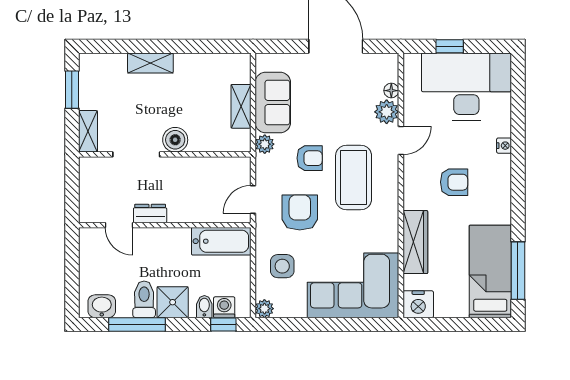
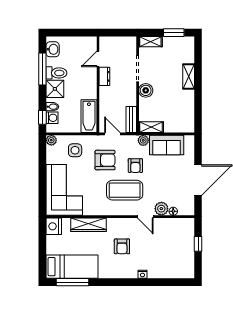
desk: (466, 86) -> (176, 253), removed
shelving: (241, 106) -> (151, 127), moved
bench: (227, 166) -> (131, 119), added

